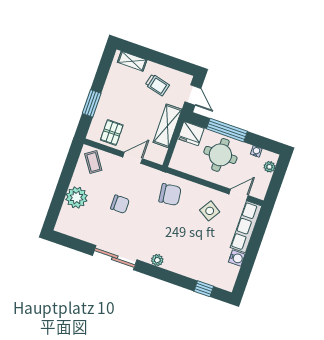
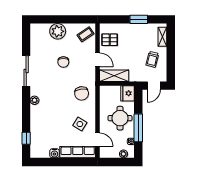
window: (92, 103) -> (139, 19), moved
shelving: (167, 126) -> (114, 76), moved
window: (227, 130) -> (138, 128), moved

